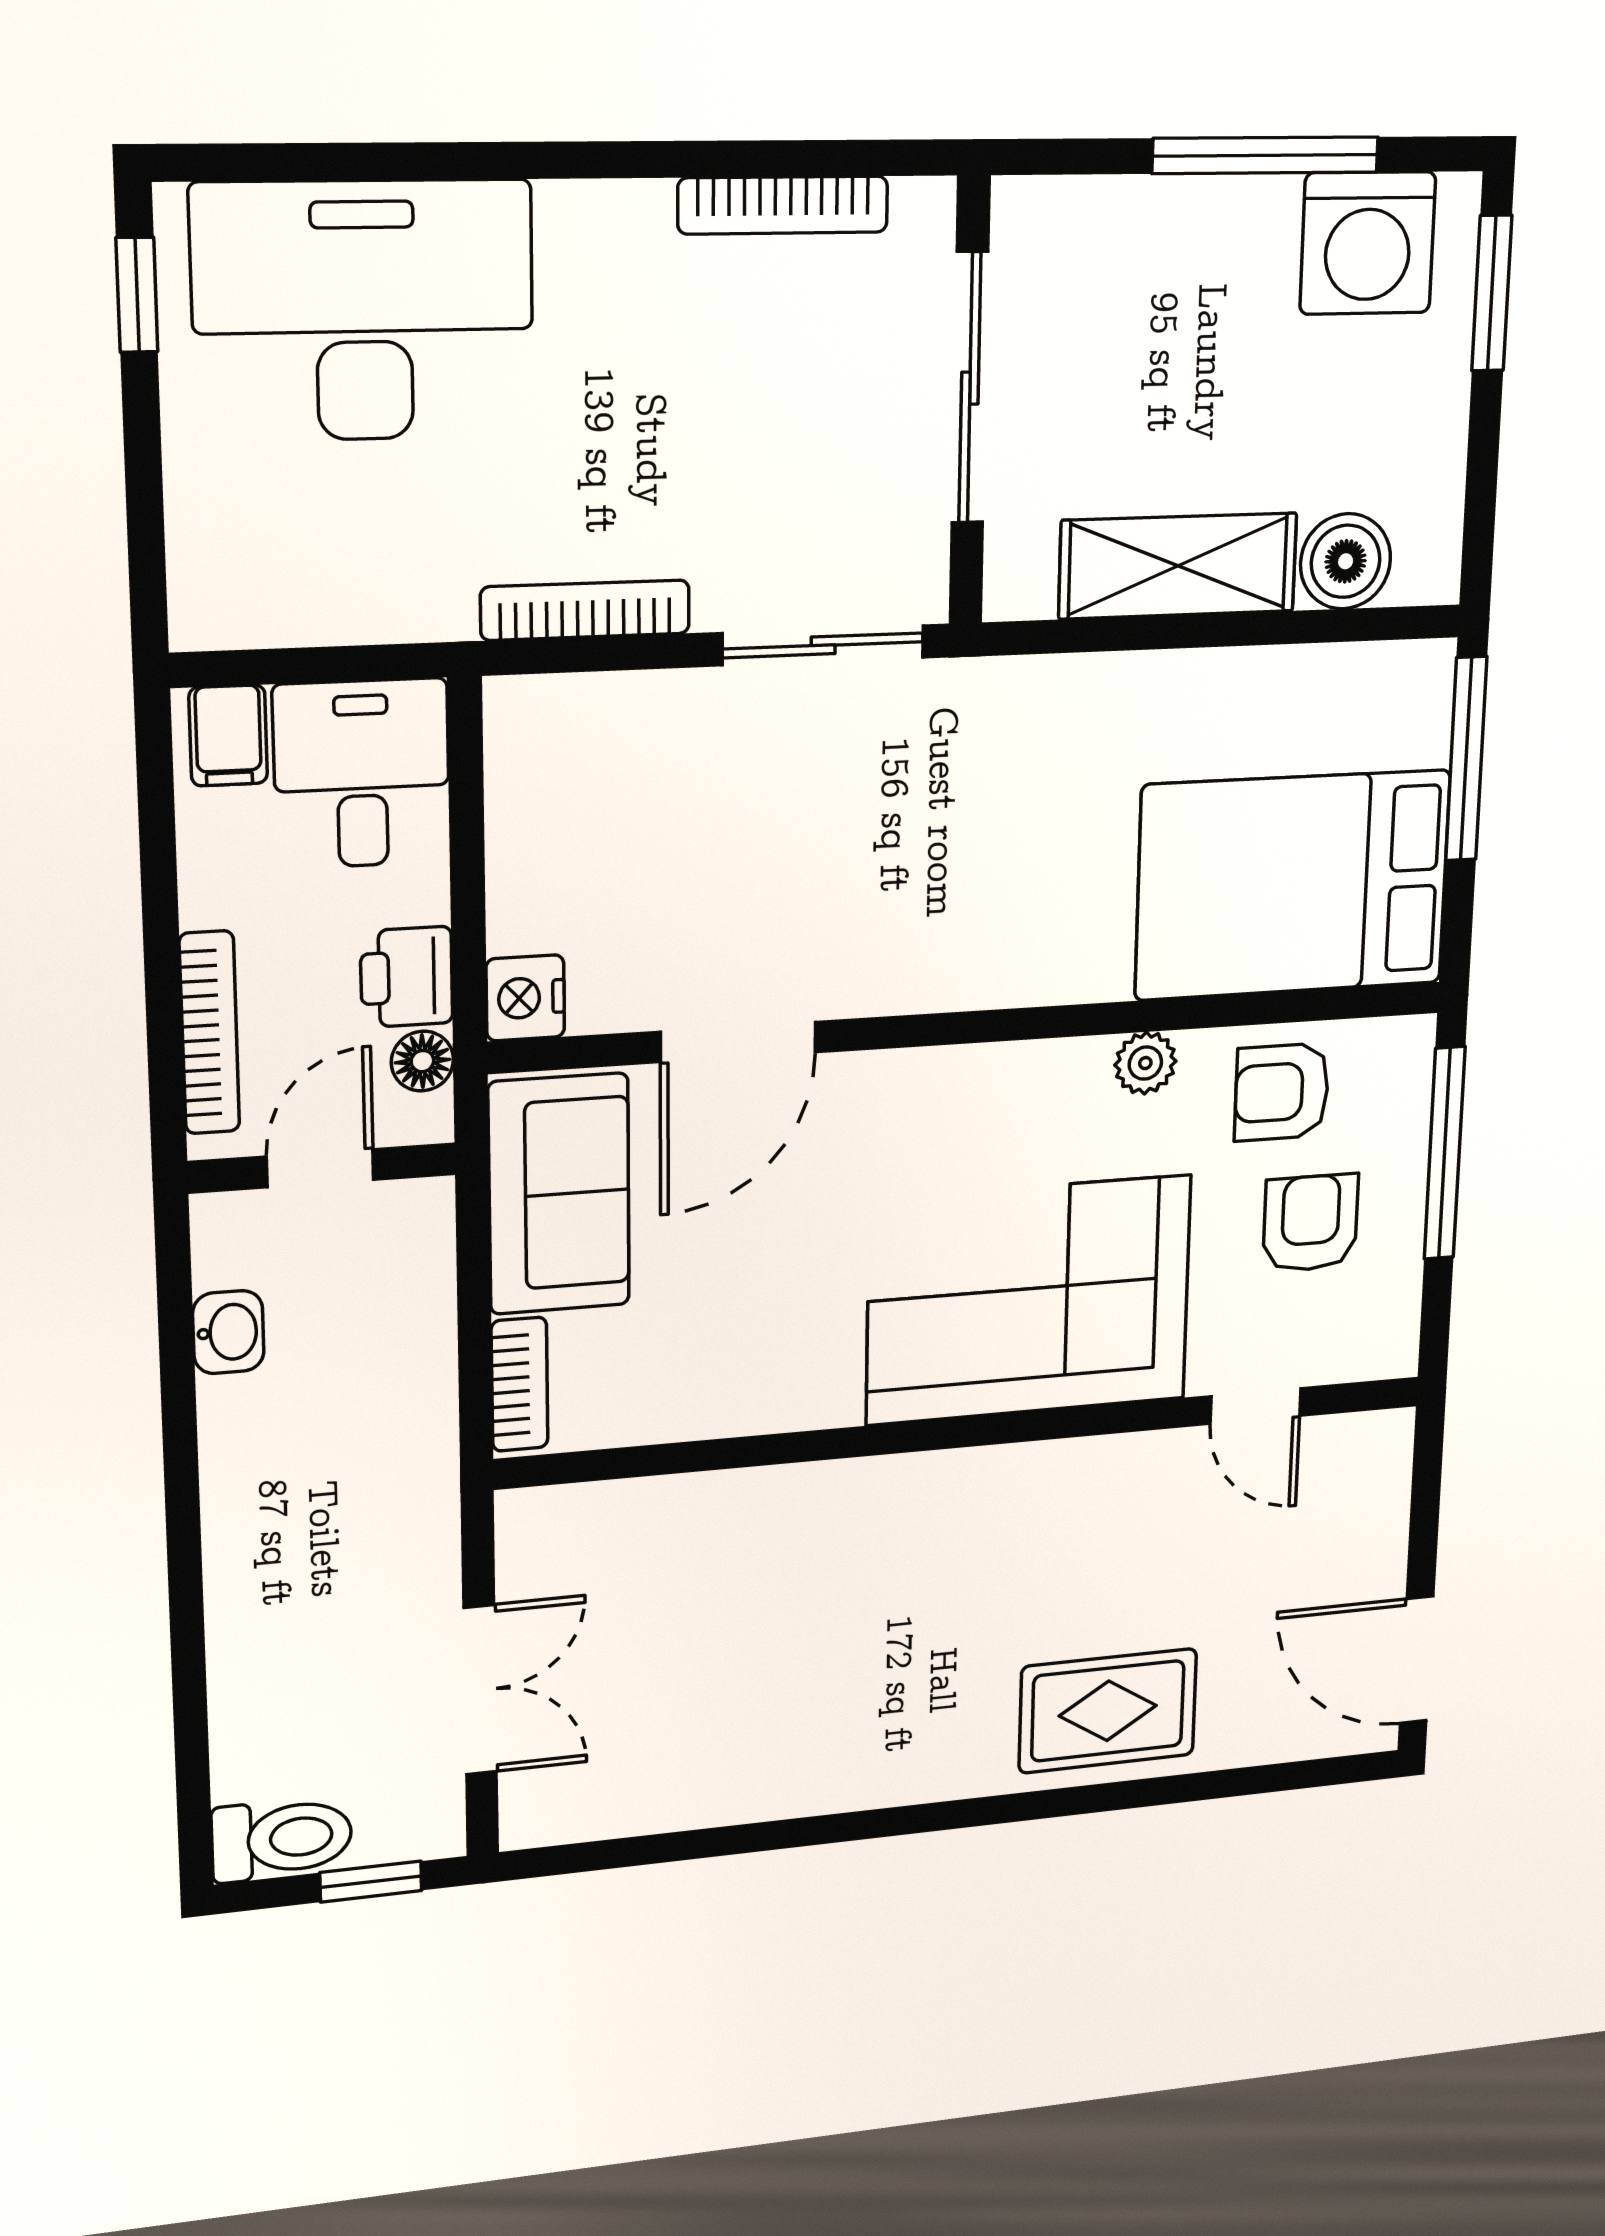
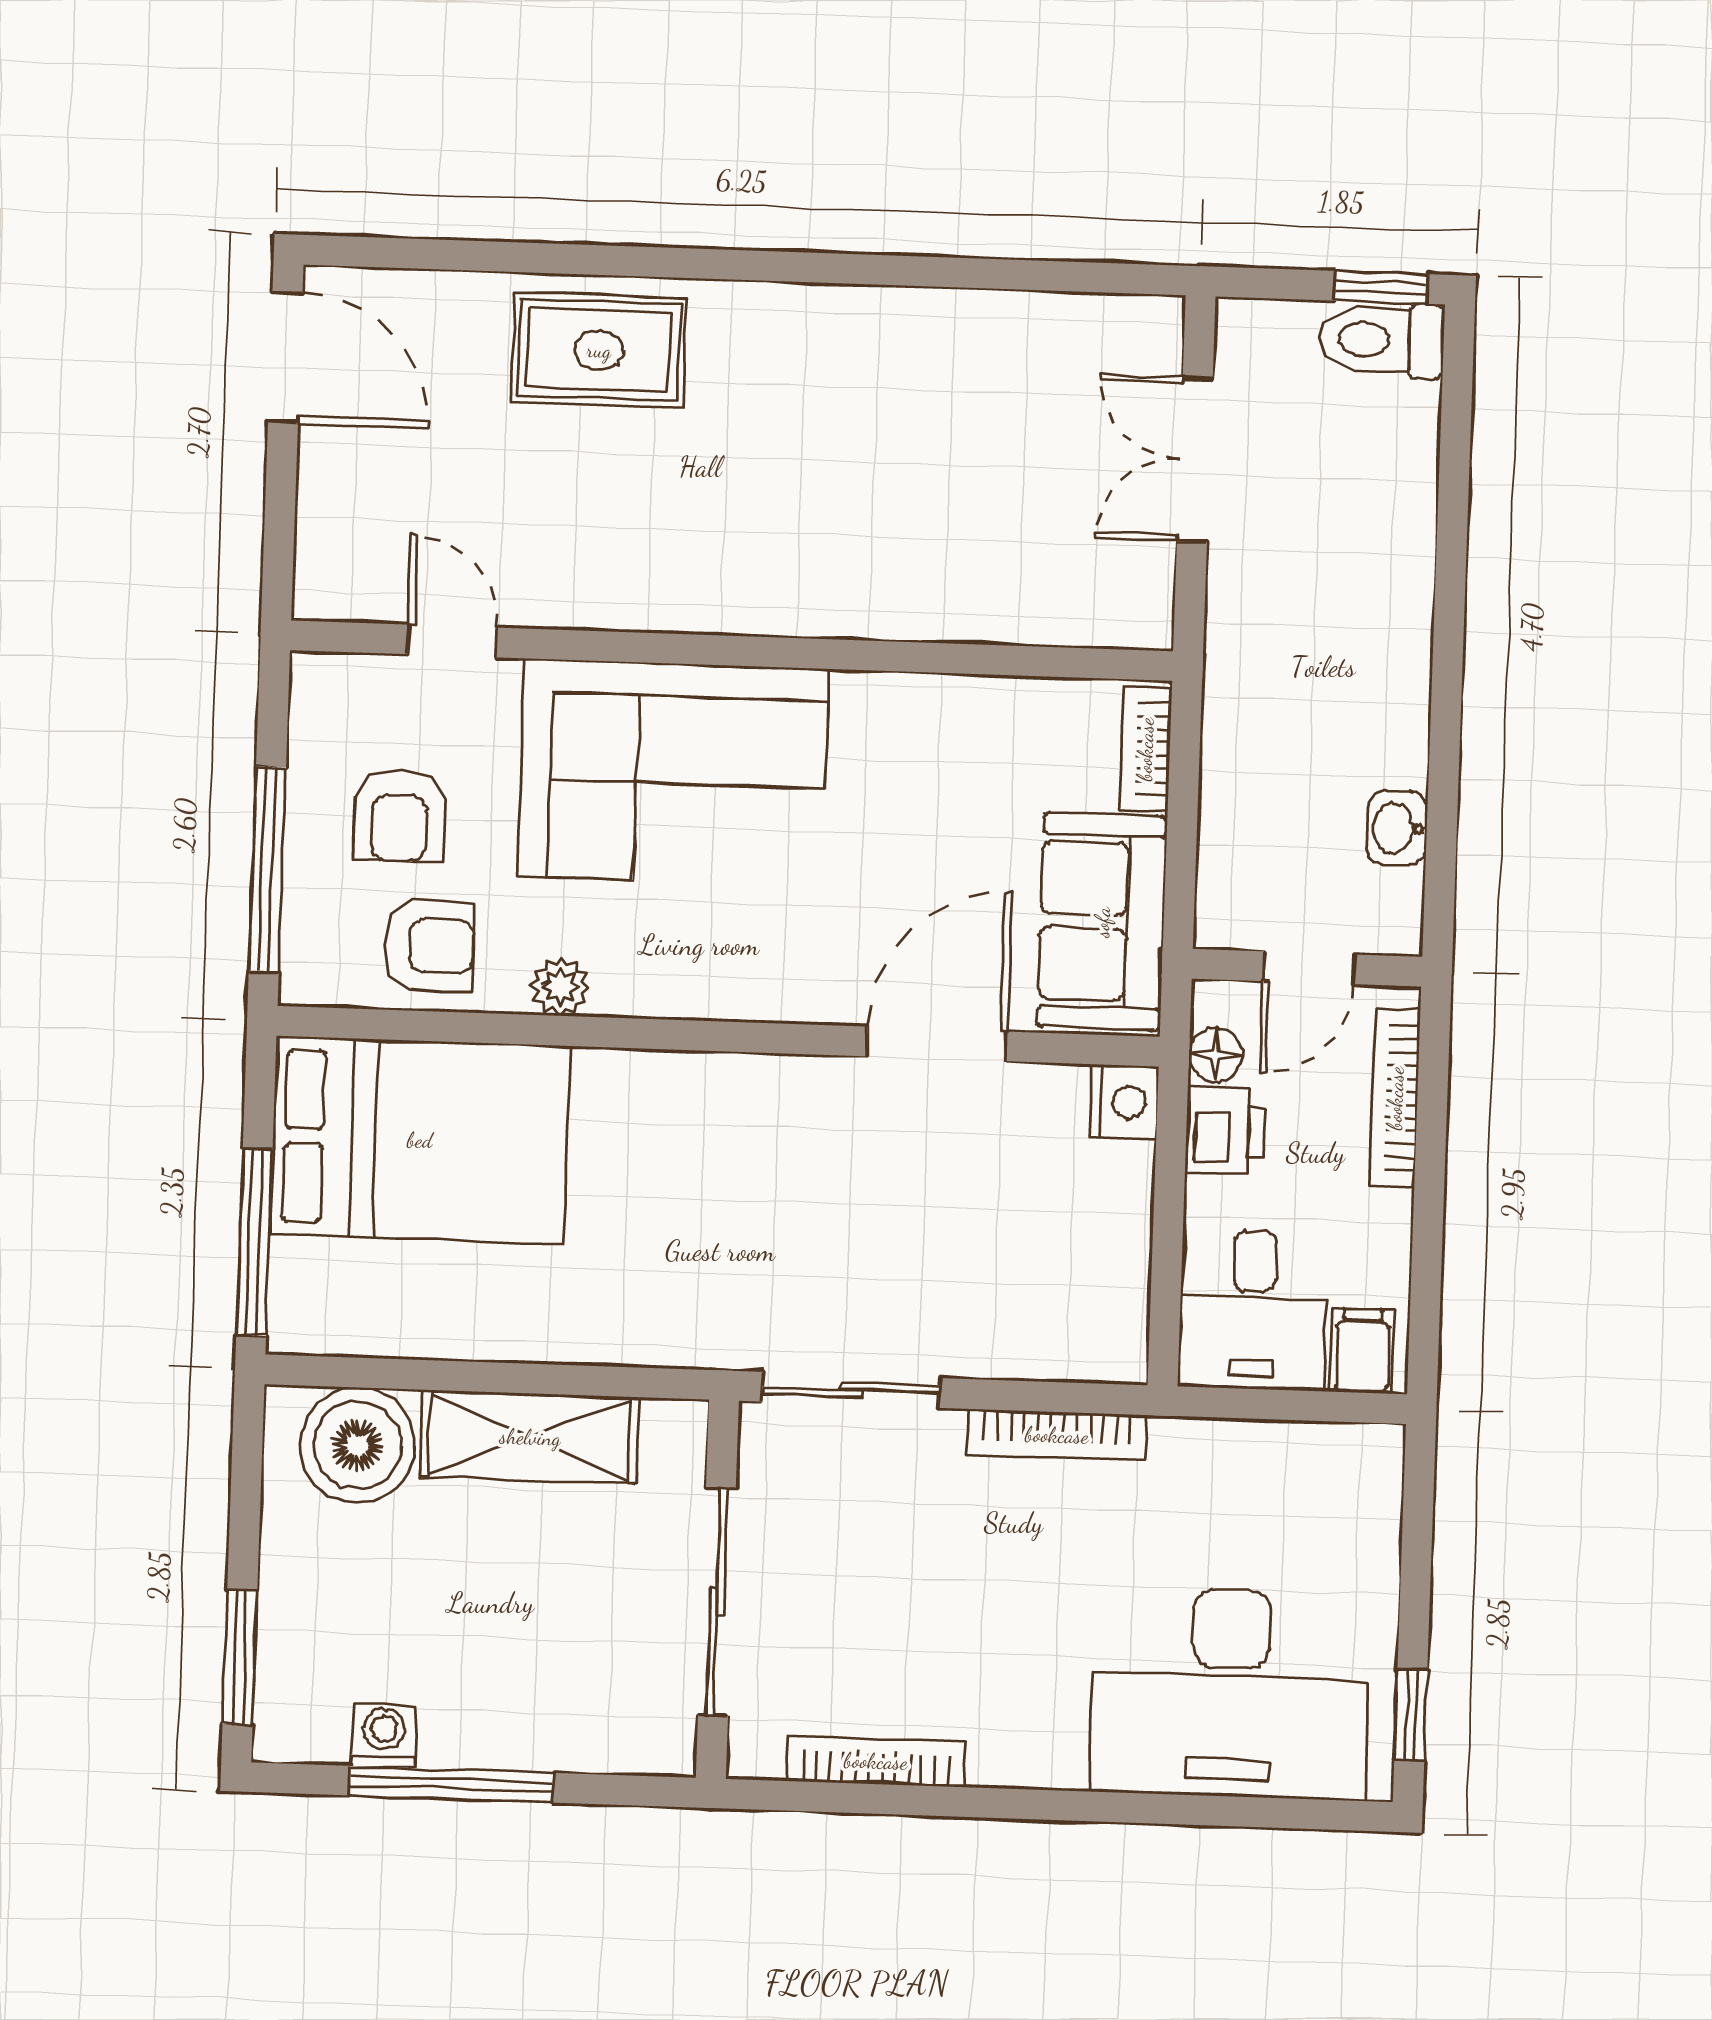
washing machine: (1368, 243) -> (384, 1735), width x0.53, depth x0.53
boiler: (1346, 561) -> (357, 1445), width x1.37, depth x1.37
window: (371, 1882) -> (1381, 287), moved

